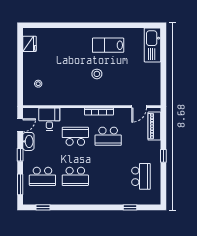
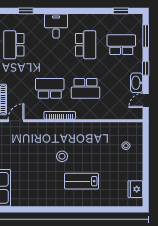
lab bench: (108, 45) -> (82, 181), moved, turned 180
desk: (49, 119) -> (56, 26), moved, turned 180
school desk: (75, 176) -> (86, 45), turned 90

